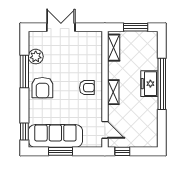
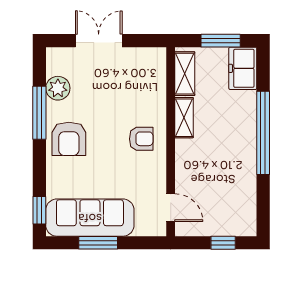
freezer: (149, 84) -> (243, 68), moved
shelving: (113, 92) -> (184, 118), moved
window: (122, 151) -> (223, 243), moved

